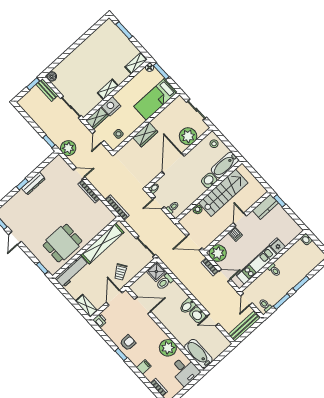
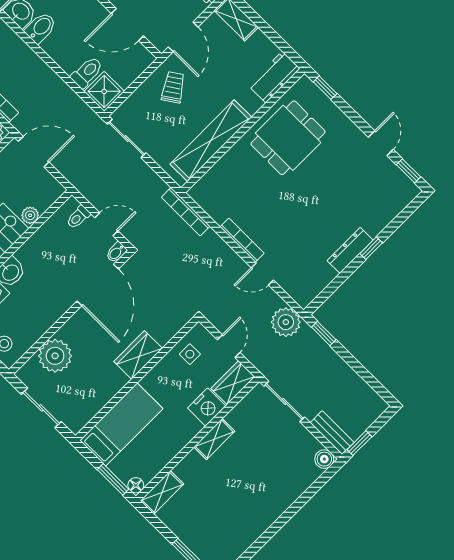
door: (173, 164) -> (98, 285), moved
workbench: (72, 272) -> (274, 77), width x0.73

